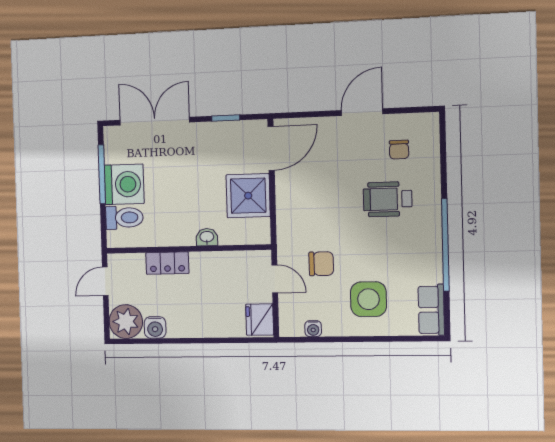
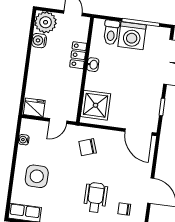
shower: (248, 196) -> (96, 105), moved
washbasin: (207, 237) -> (93, 65), moved
chair: (321, 264) -> (88, 147), moved, turned 71

